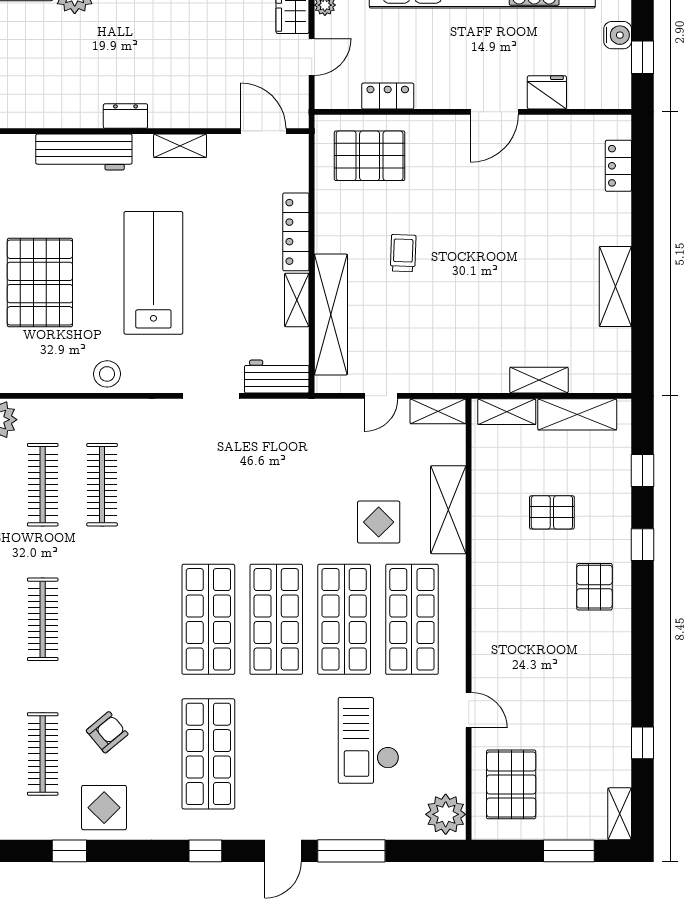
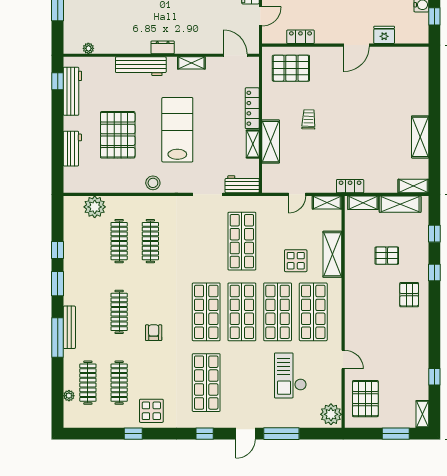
locker: (618, 166) -> (350, 186), moved, turned 90
shelving: (331, 315) -> (271, 142), width x0.68
shelving: (539, 380) -> (413, 186), moved
shop shelf: (276, 485) -> (242, 241), added
armchair: (107, 732) -> (154, 333), moved, turned -50

